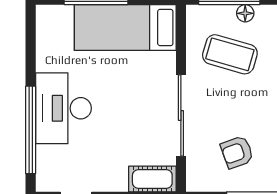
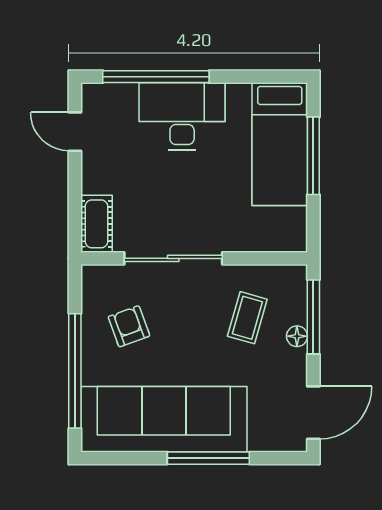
bed: (125, 28) -> (280, 144), moved, turned 180
coffee table: (230, 54) -> (247, 318), width x0.73, depth x0.77

